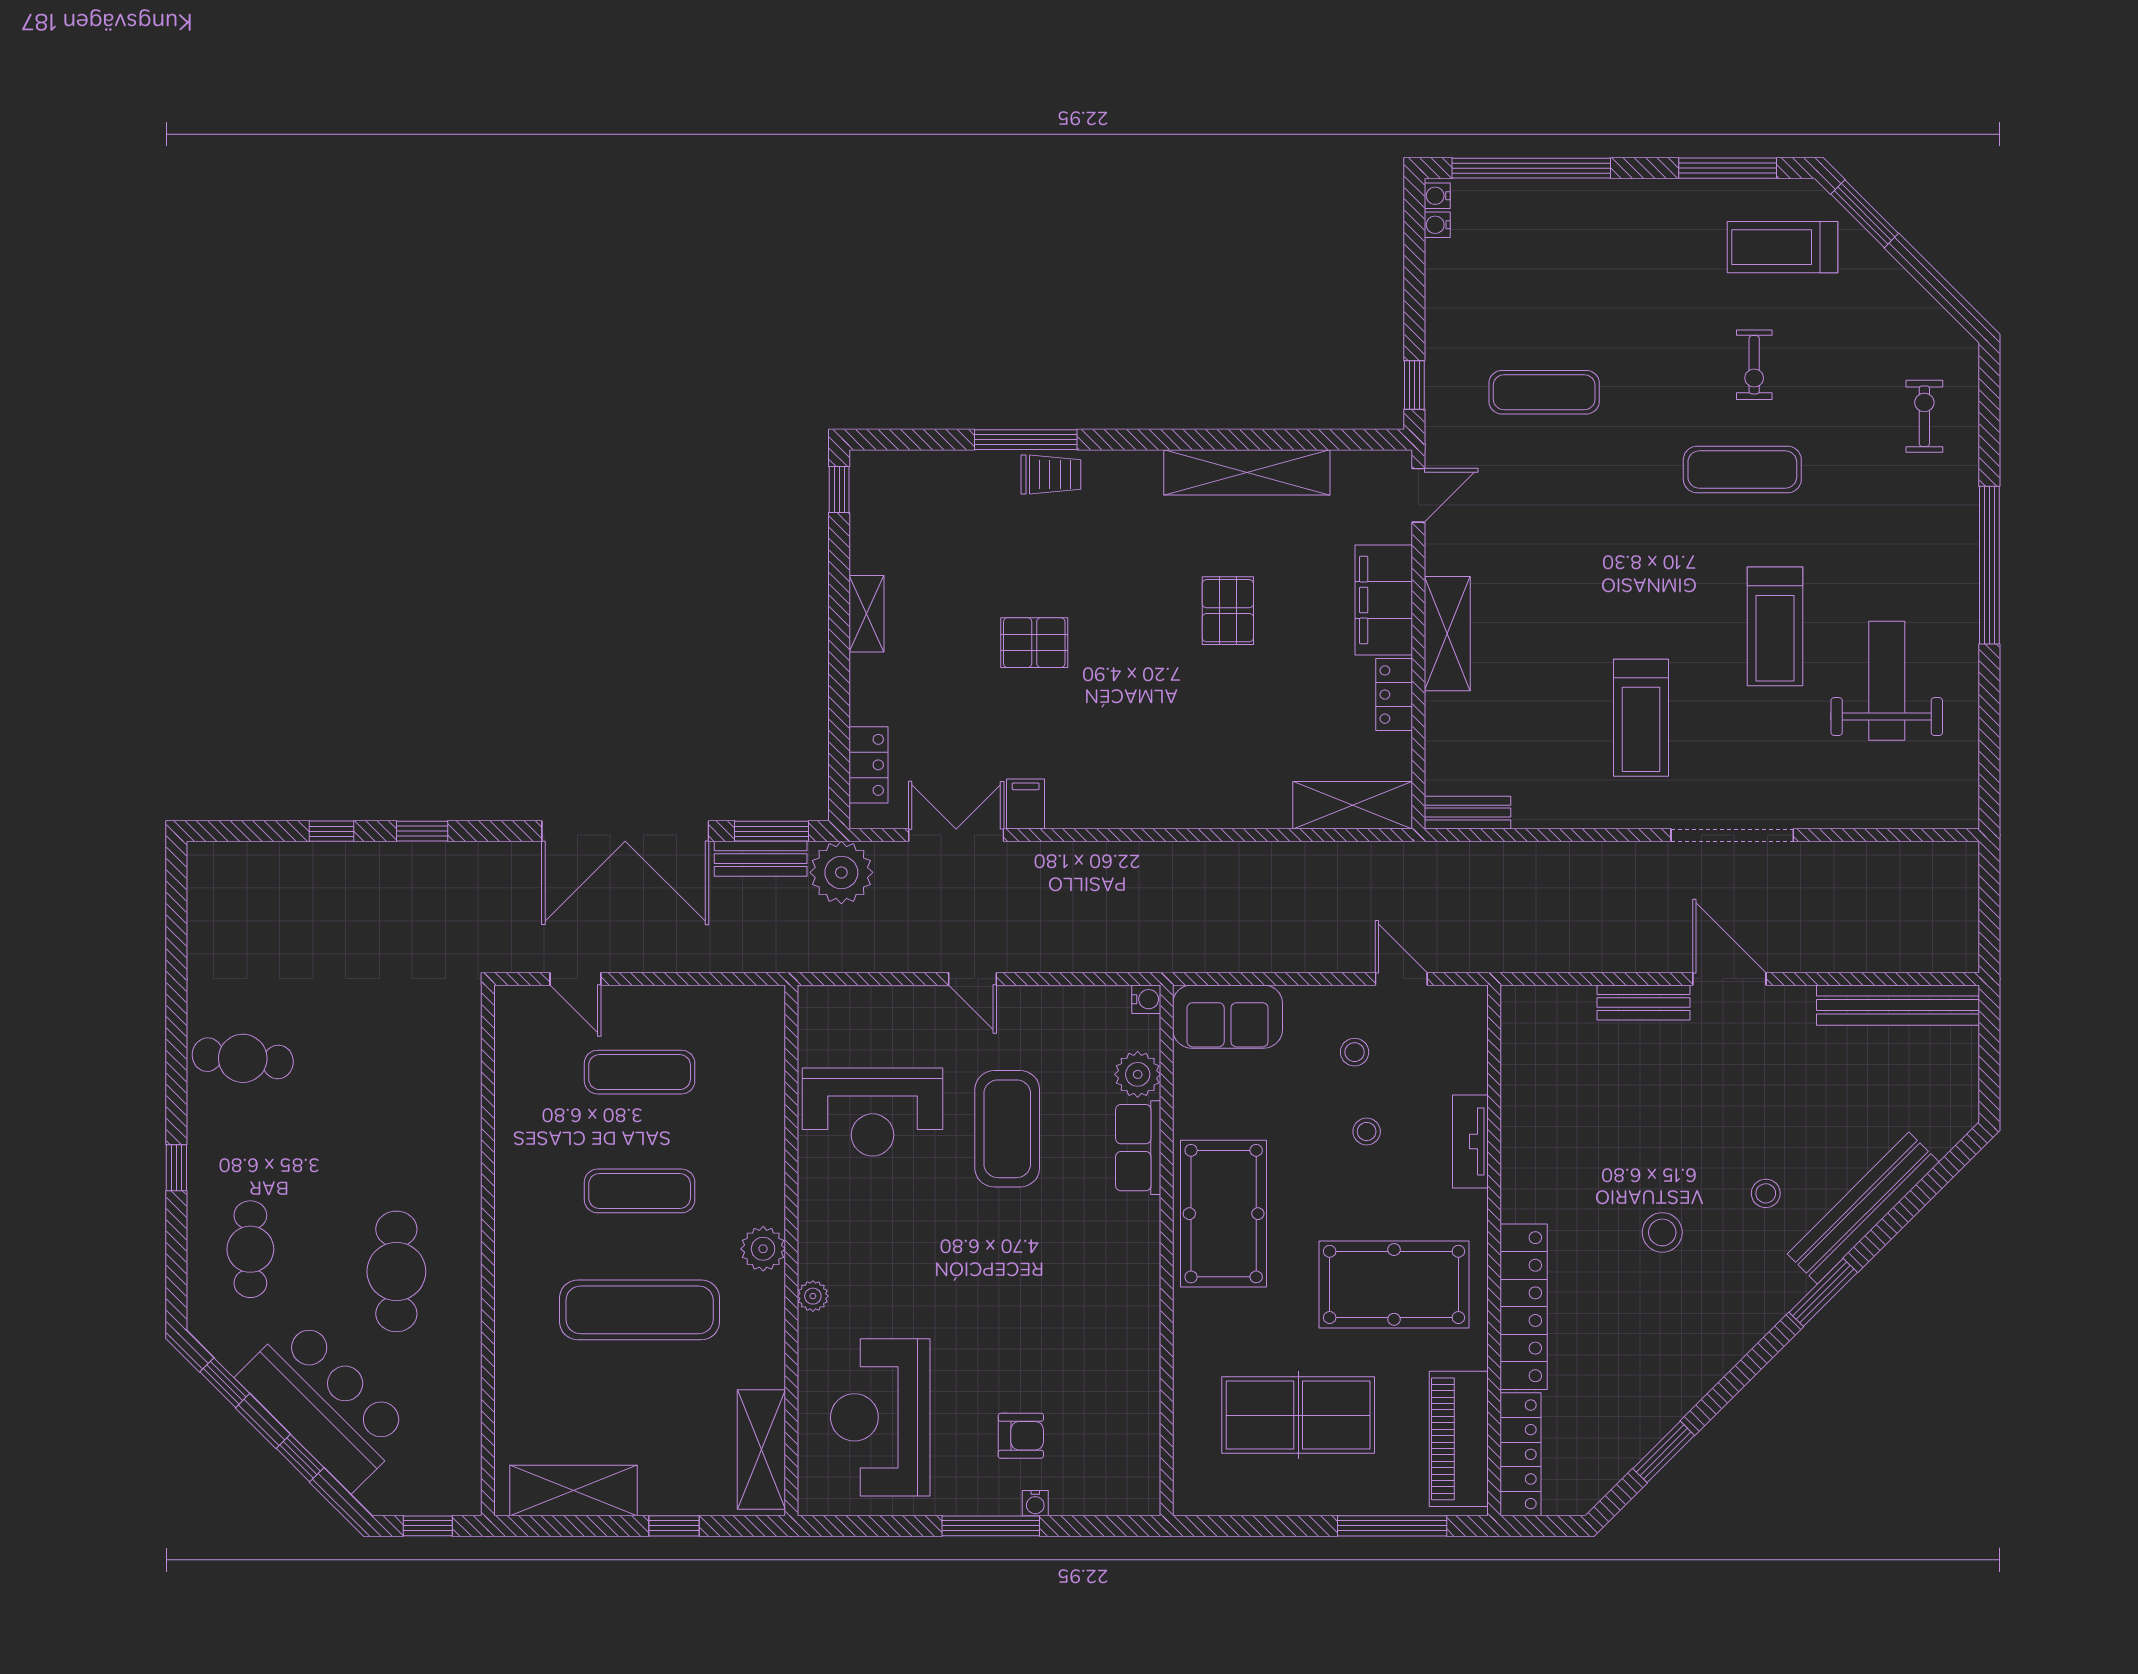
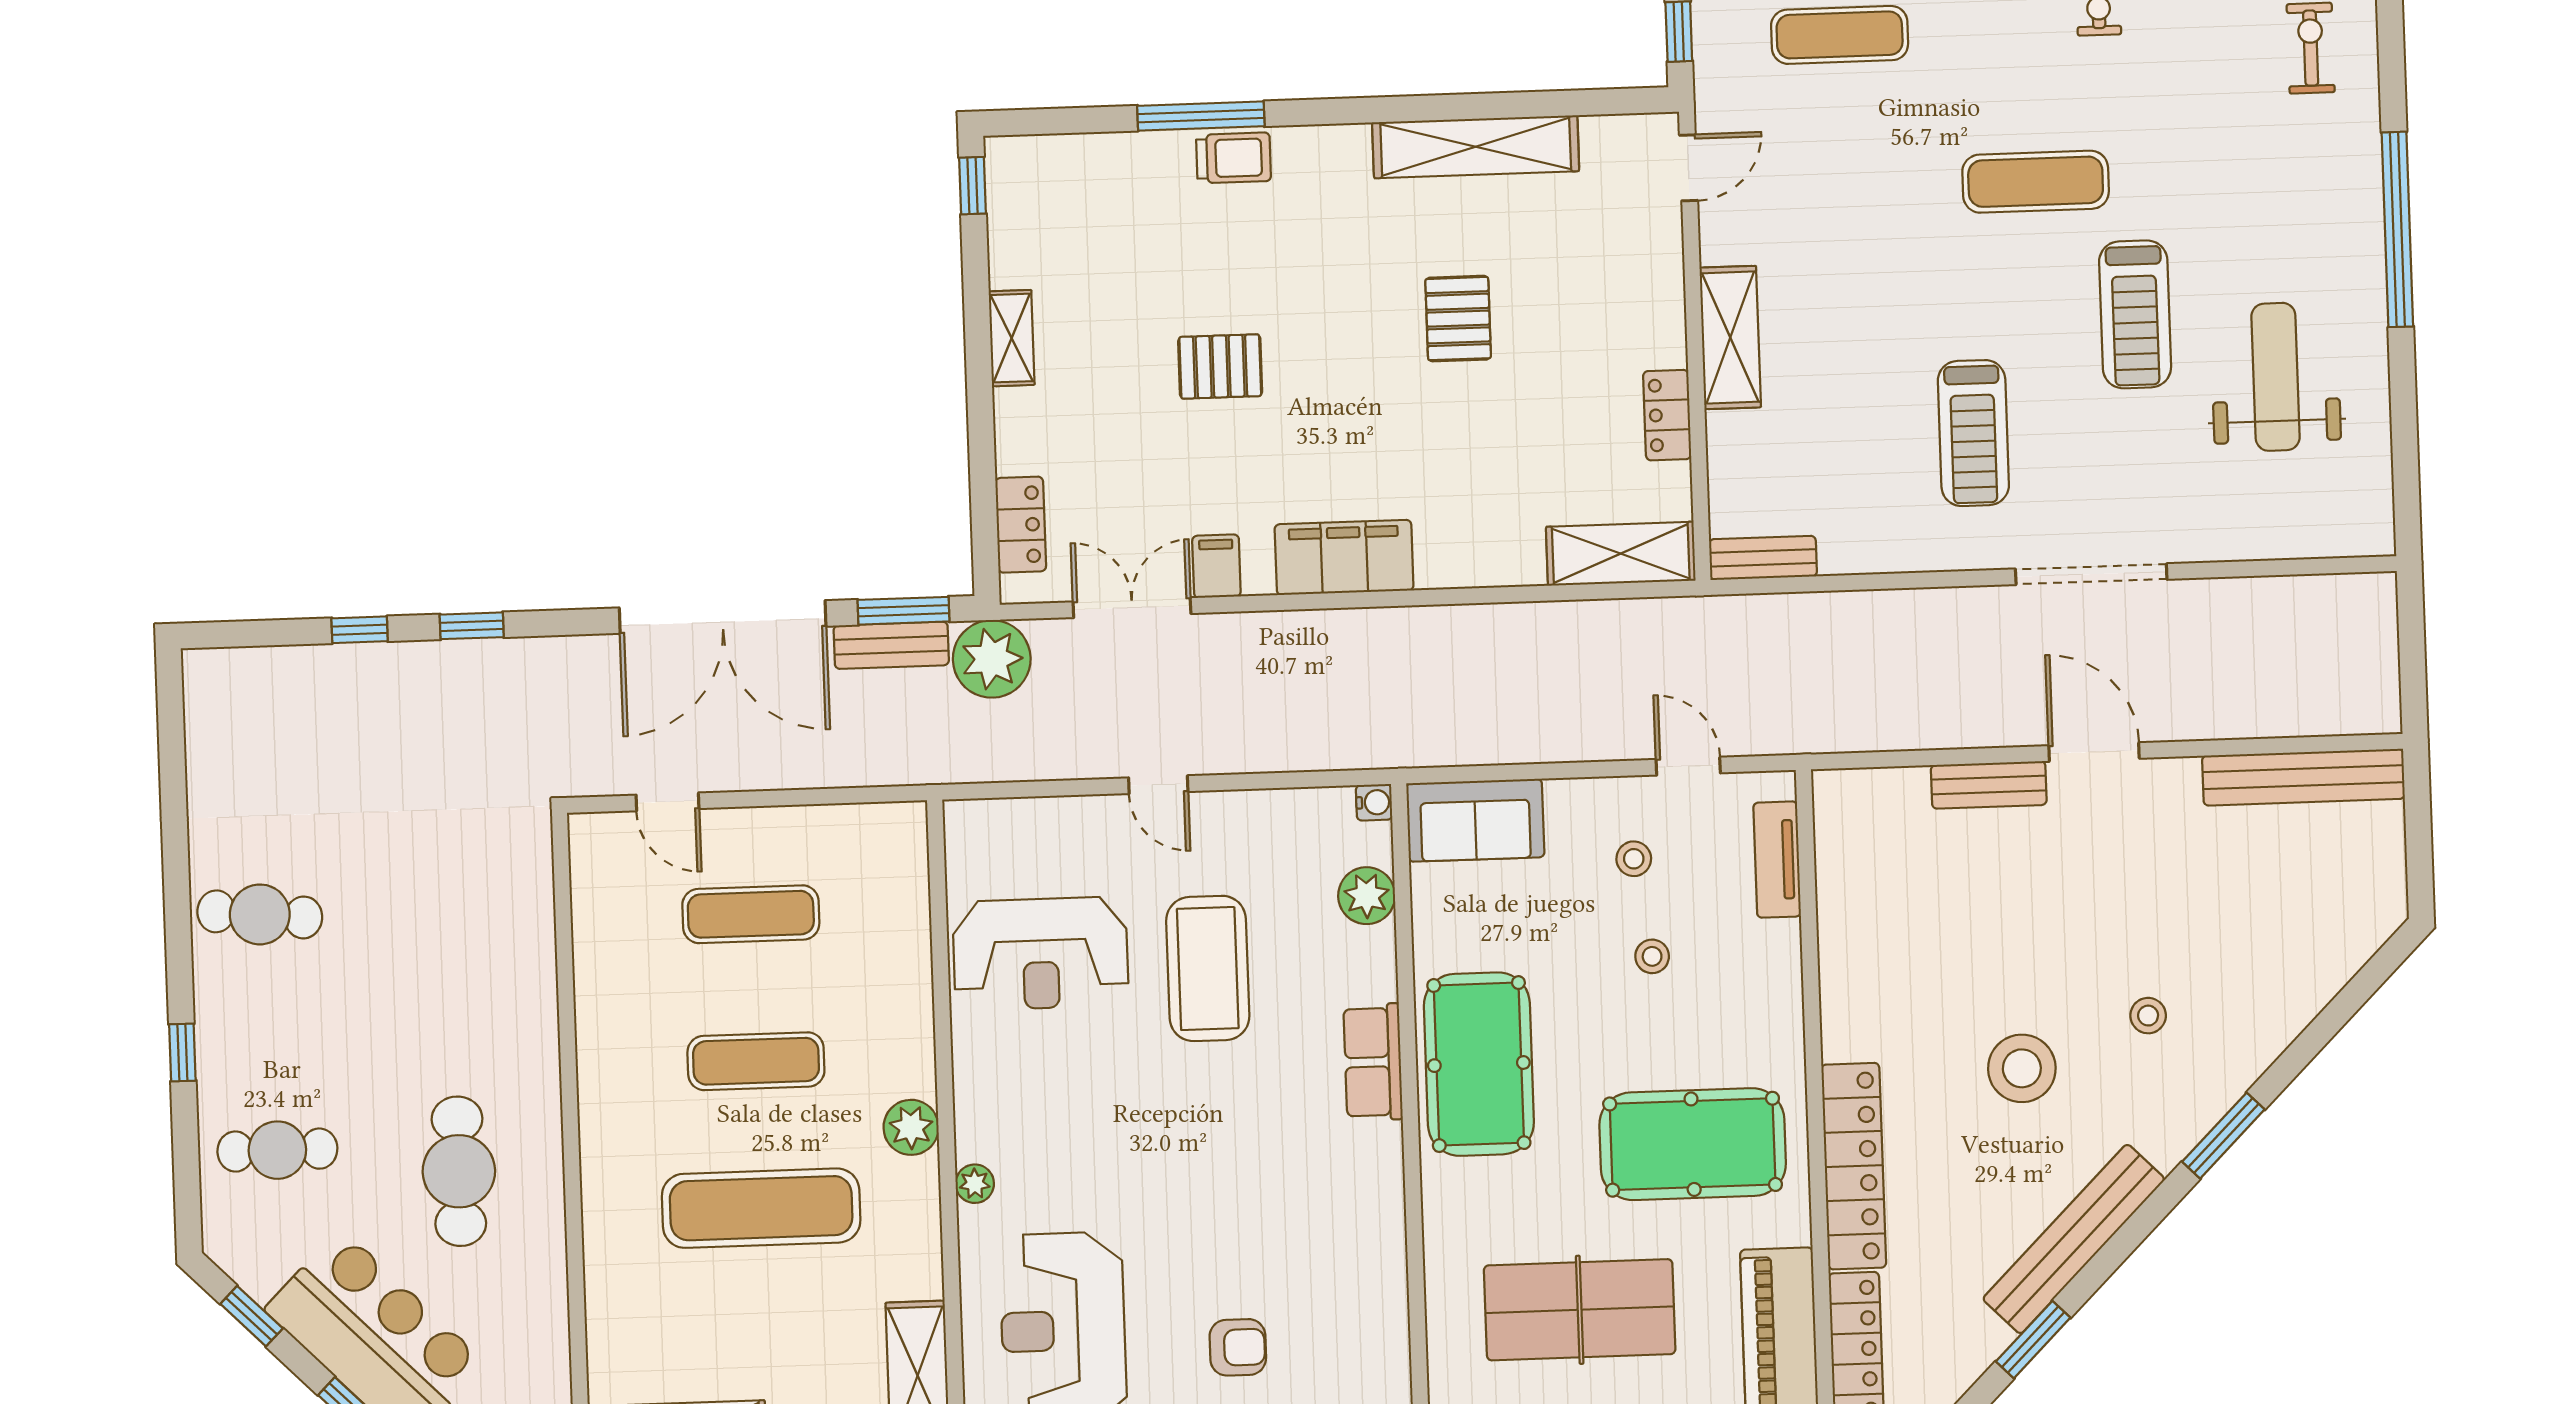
exercise mat: (1742, 470) -> (2036, 182), moved
filing cabinet: (1384, 600) -> (1344, 557), moved, turned 90
tv unit: (1470, 1142) -> (1777, 860), moved
row of seats: (1138, 1148) -> (1373, 1062), moved
bench: (1863, 1208) -> (2074, 1239), moved
stool: (1662, 1232) -> (2022, 1068), width x1.38, depth x1.38
cafe table: (250, 1249) -> (277, 1150), turned 90

